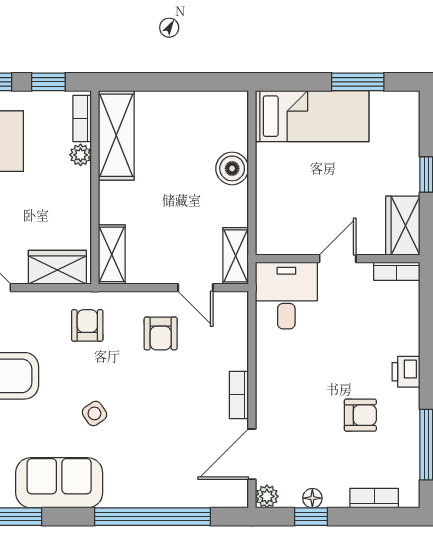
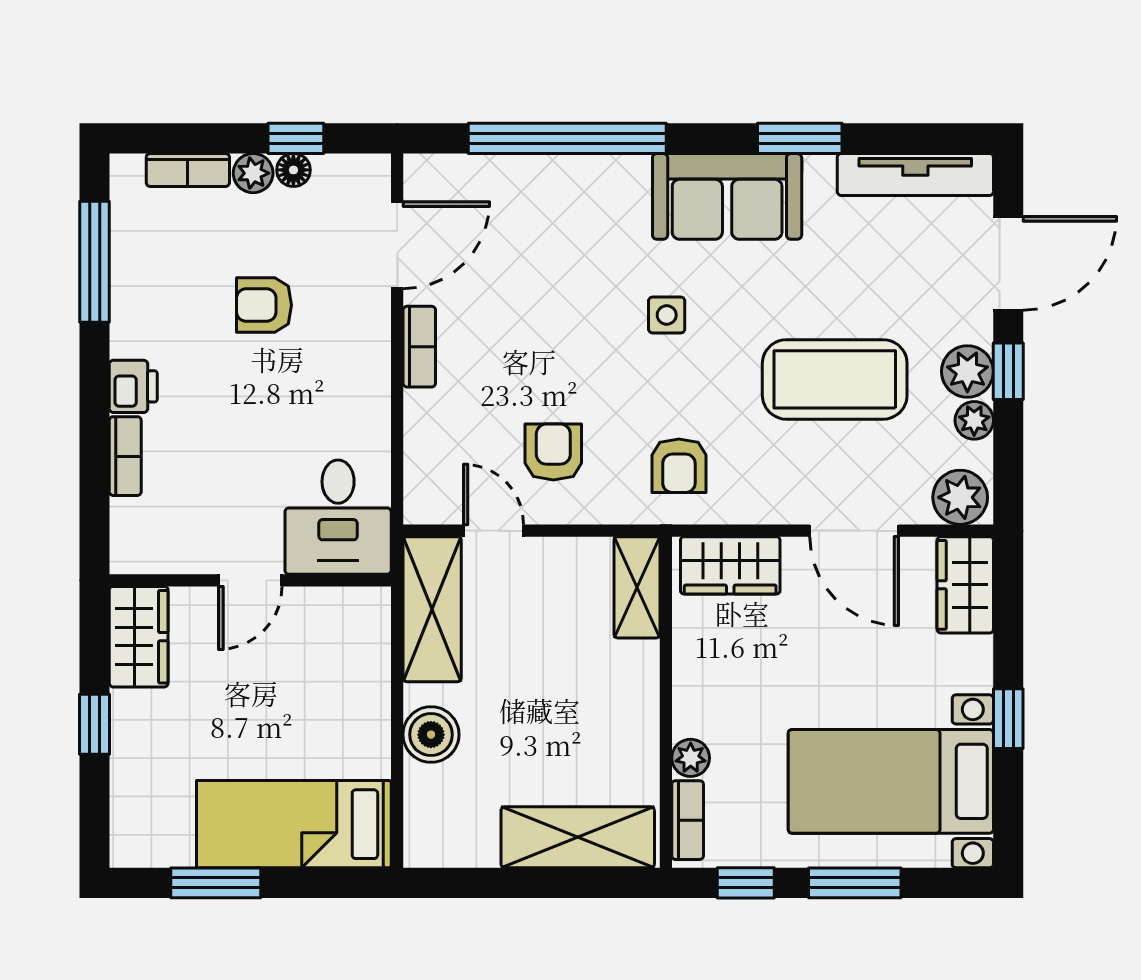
shelving: (116, 135) -> (578, 837), moved, turned 90
shelving: (236, 256) -> (432, 609), width x1.50, depth x1.33
bookcase: (397, 271) -> (125, 456), moved, turned 90
side table: (94, 413) -> (667, 315), turned 34
armchair: (360, 415) -> (264, 305), moved
plant: (267, 496) -> (253, 173), moved

